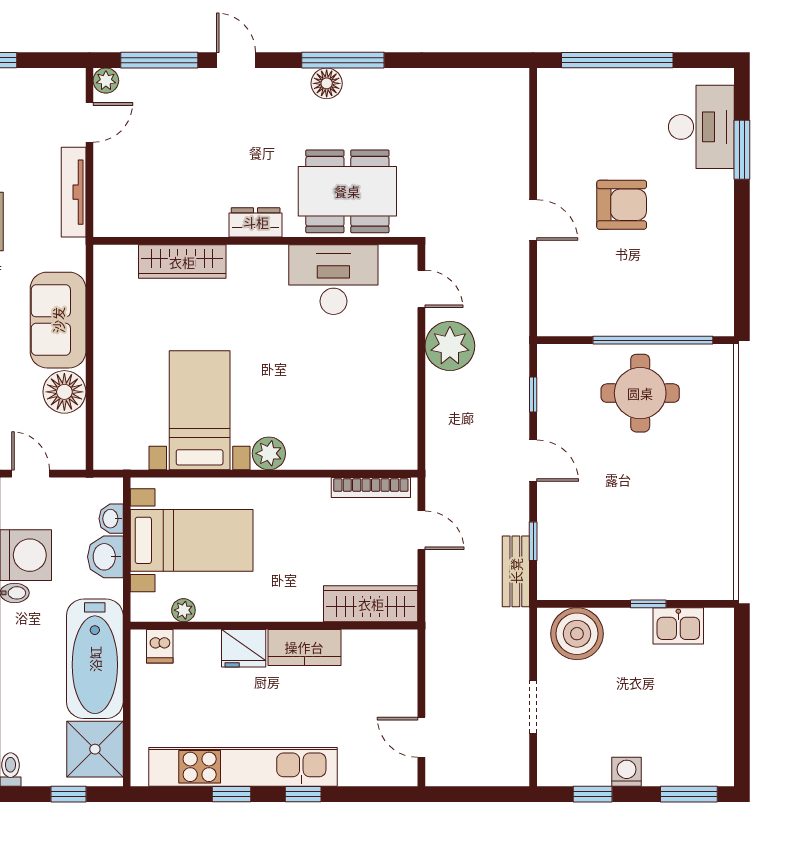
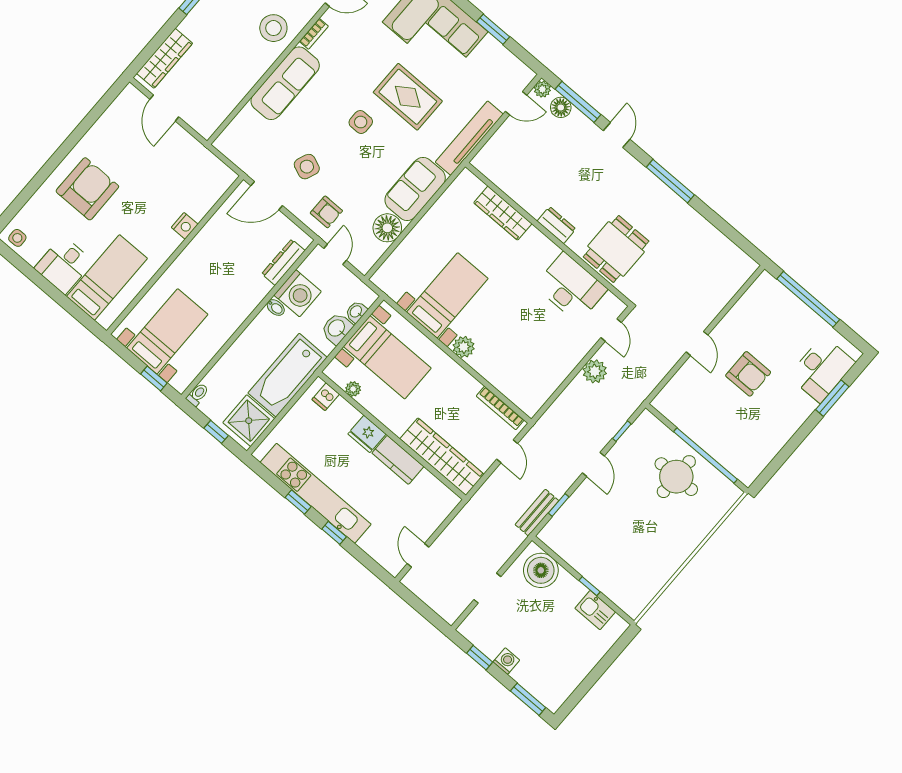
floor lamp: (327, 83) -> (561, 107), moved
dining table: (347, 191) -> (616, 249), width x0.73
tv unit: (74, 192) -> (469, 138), width x1.36, depth x1.29
plant: (450, 346) -> (595, 371), width x0.73, depth x0.73
wardrobe: (371, 604) -> (442, 457), width x1.40, depth x1.17

